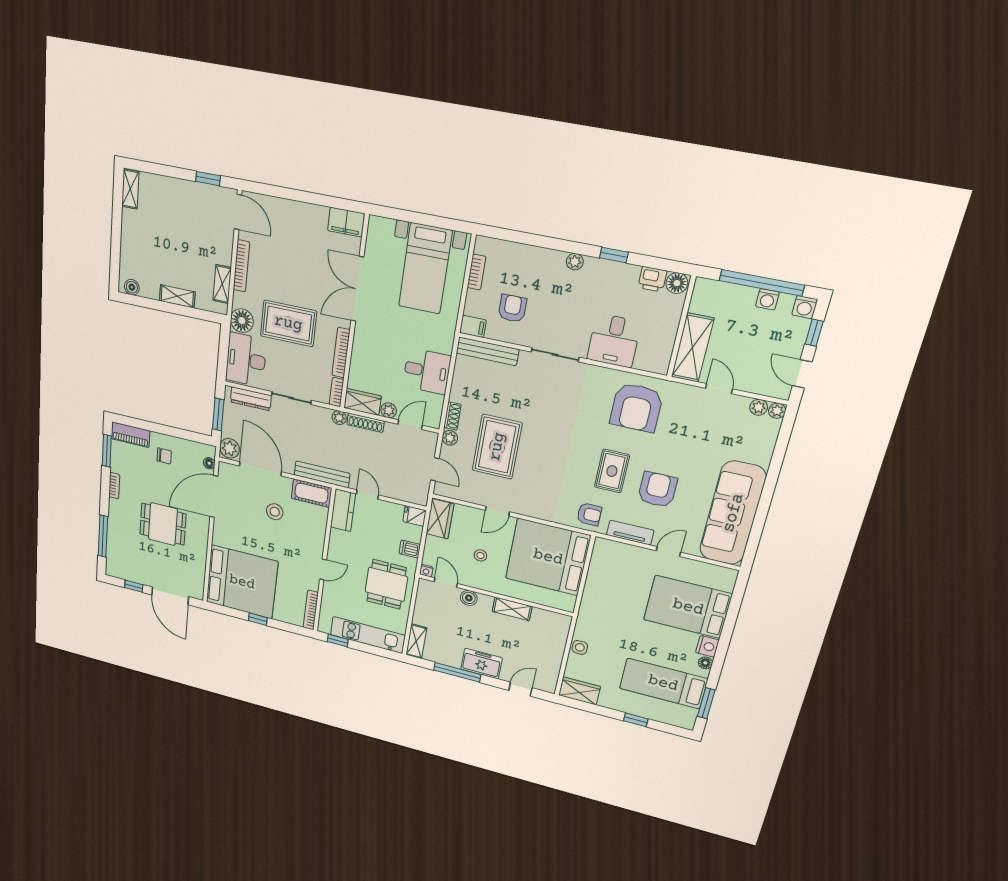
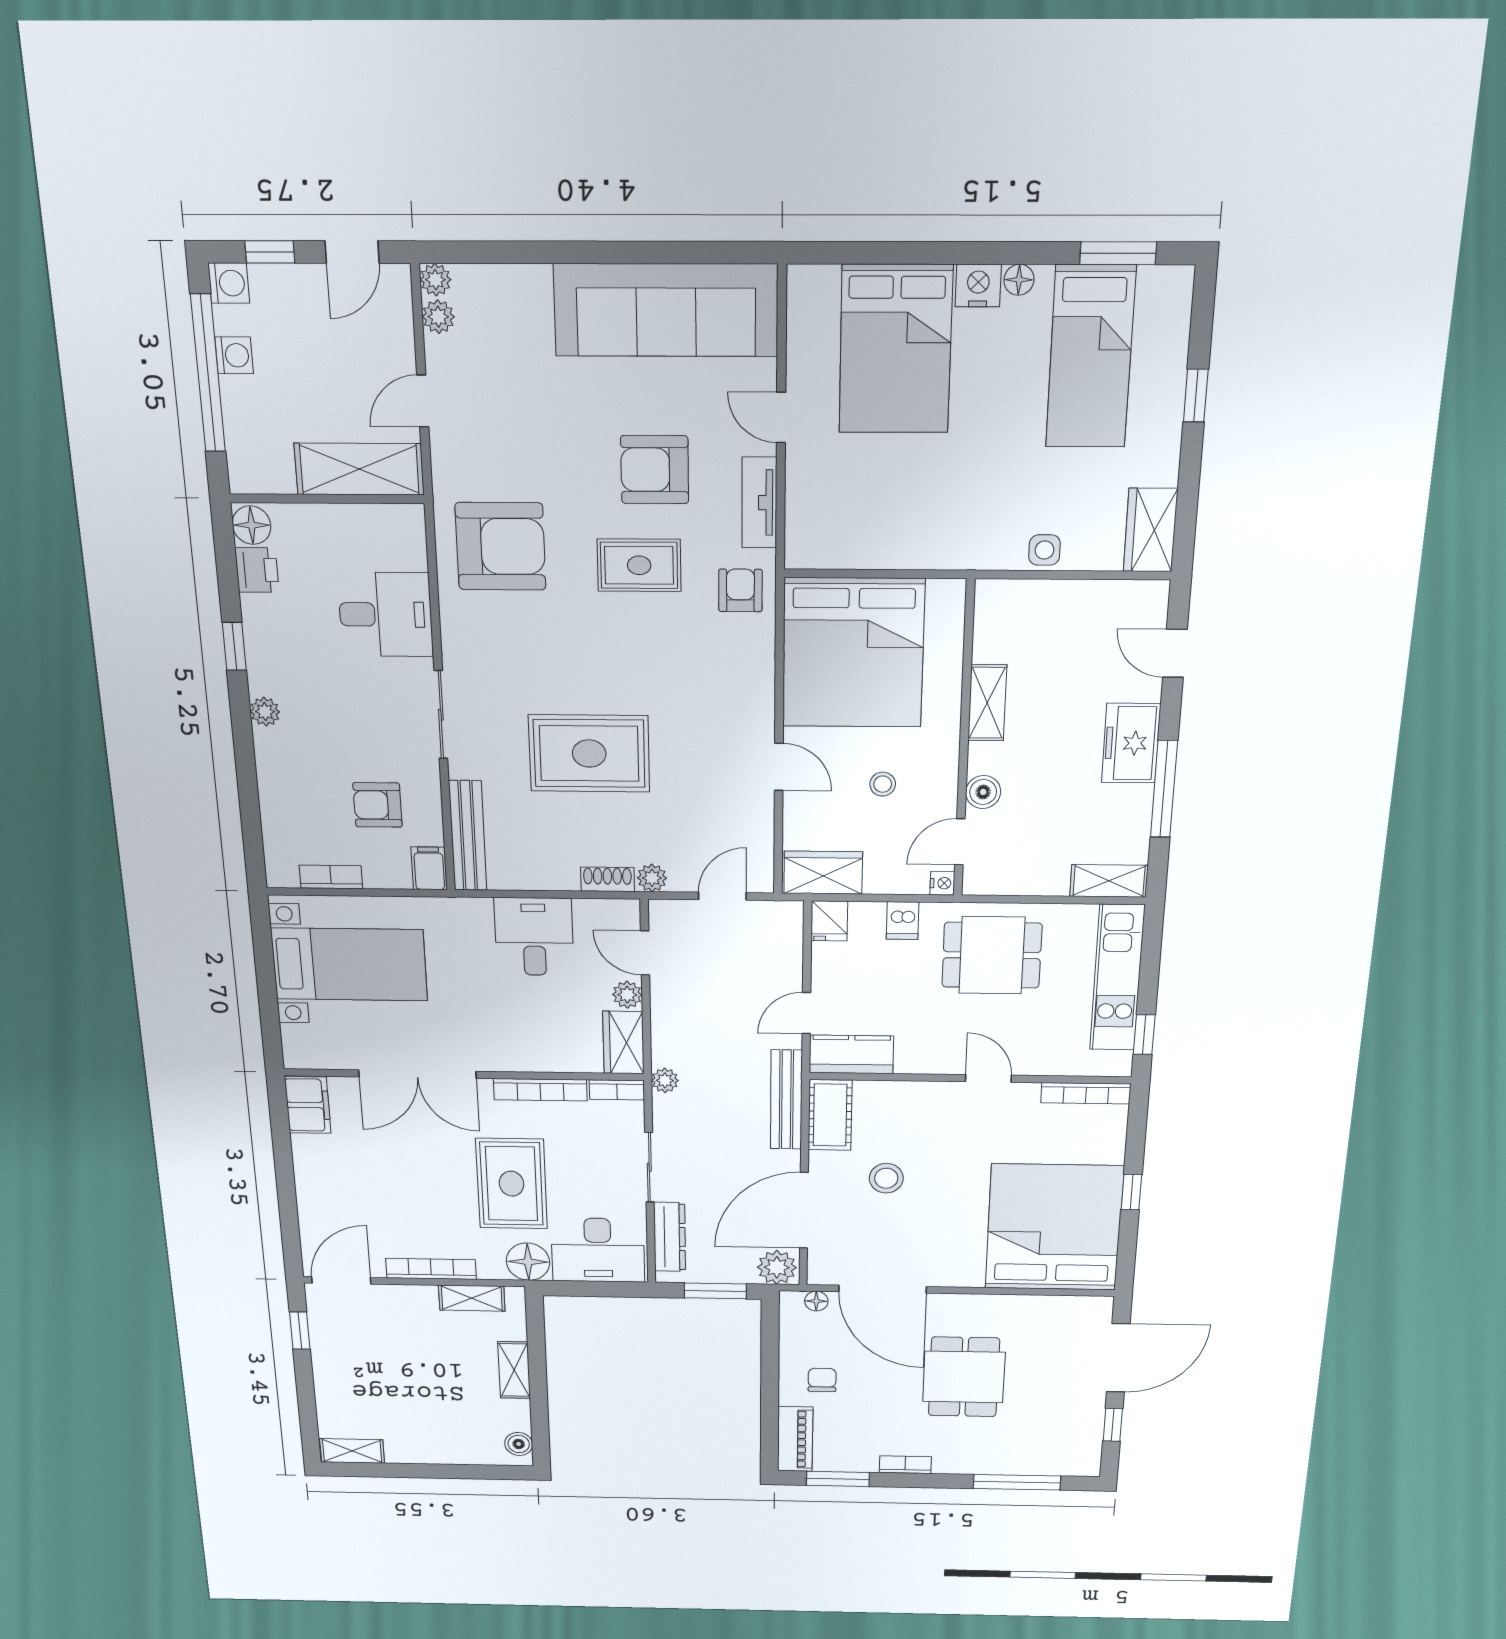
shoe rack: (366, 423) -> (662, 1033), removed
rug: (497, 447) -> (589, 753), moved

